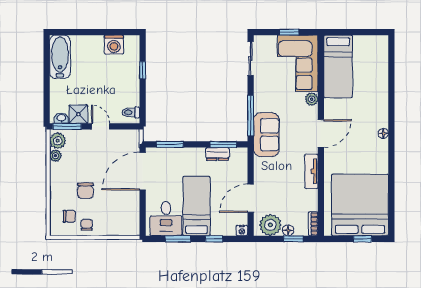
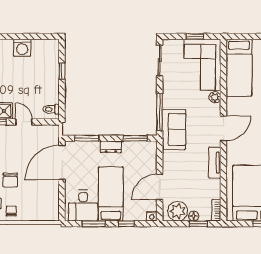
washing machine: (114, 45) -> (22, 48), moved
dresser: (217, 154) -> (111, 147), moved

